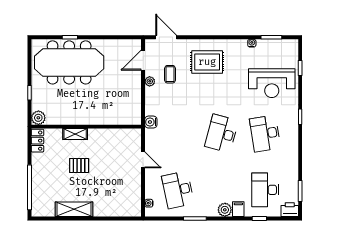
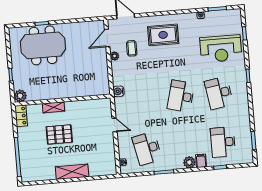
meeting table: (69, 62) -> (43, 45), width x0.73
pallet: (79, 166) -> (59, 134), width x1.50, depth x1.42
shelving: (74, 209) -> (72, 172), moved
printer: (290, 210) -> (246, 157), removed

